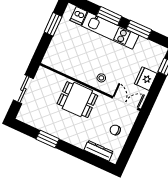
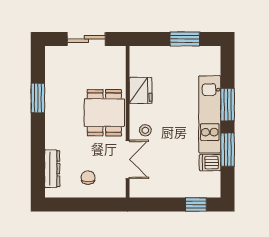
dishwasher: (79, 16) -> (210, 163), moved
fridge: (146, 79) -> (141, 90), moved, turned 90
double door: (125, 103) -> (128, 159), moved

